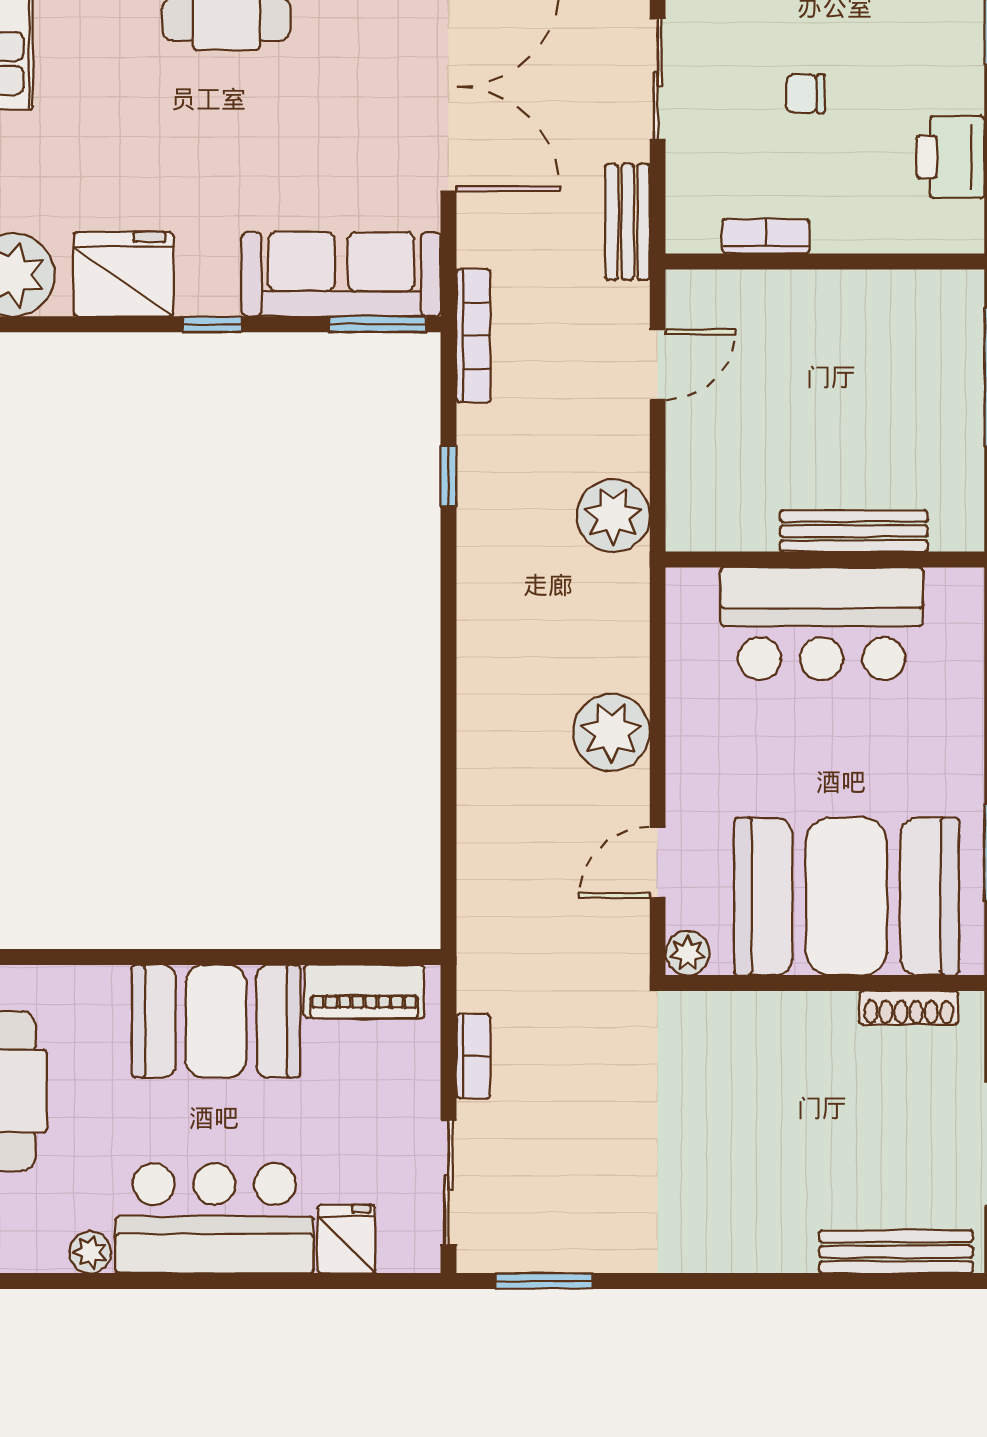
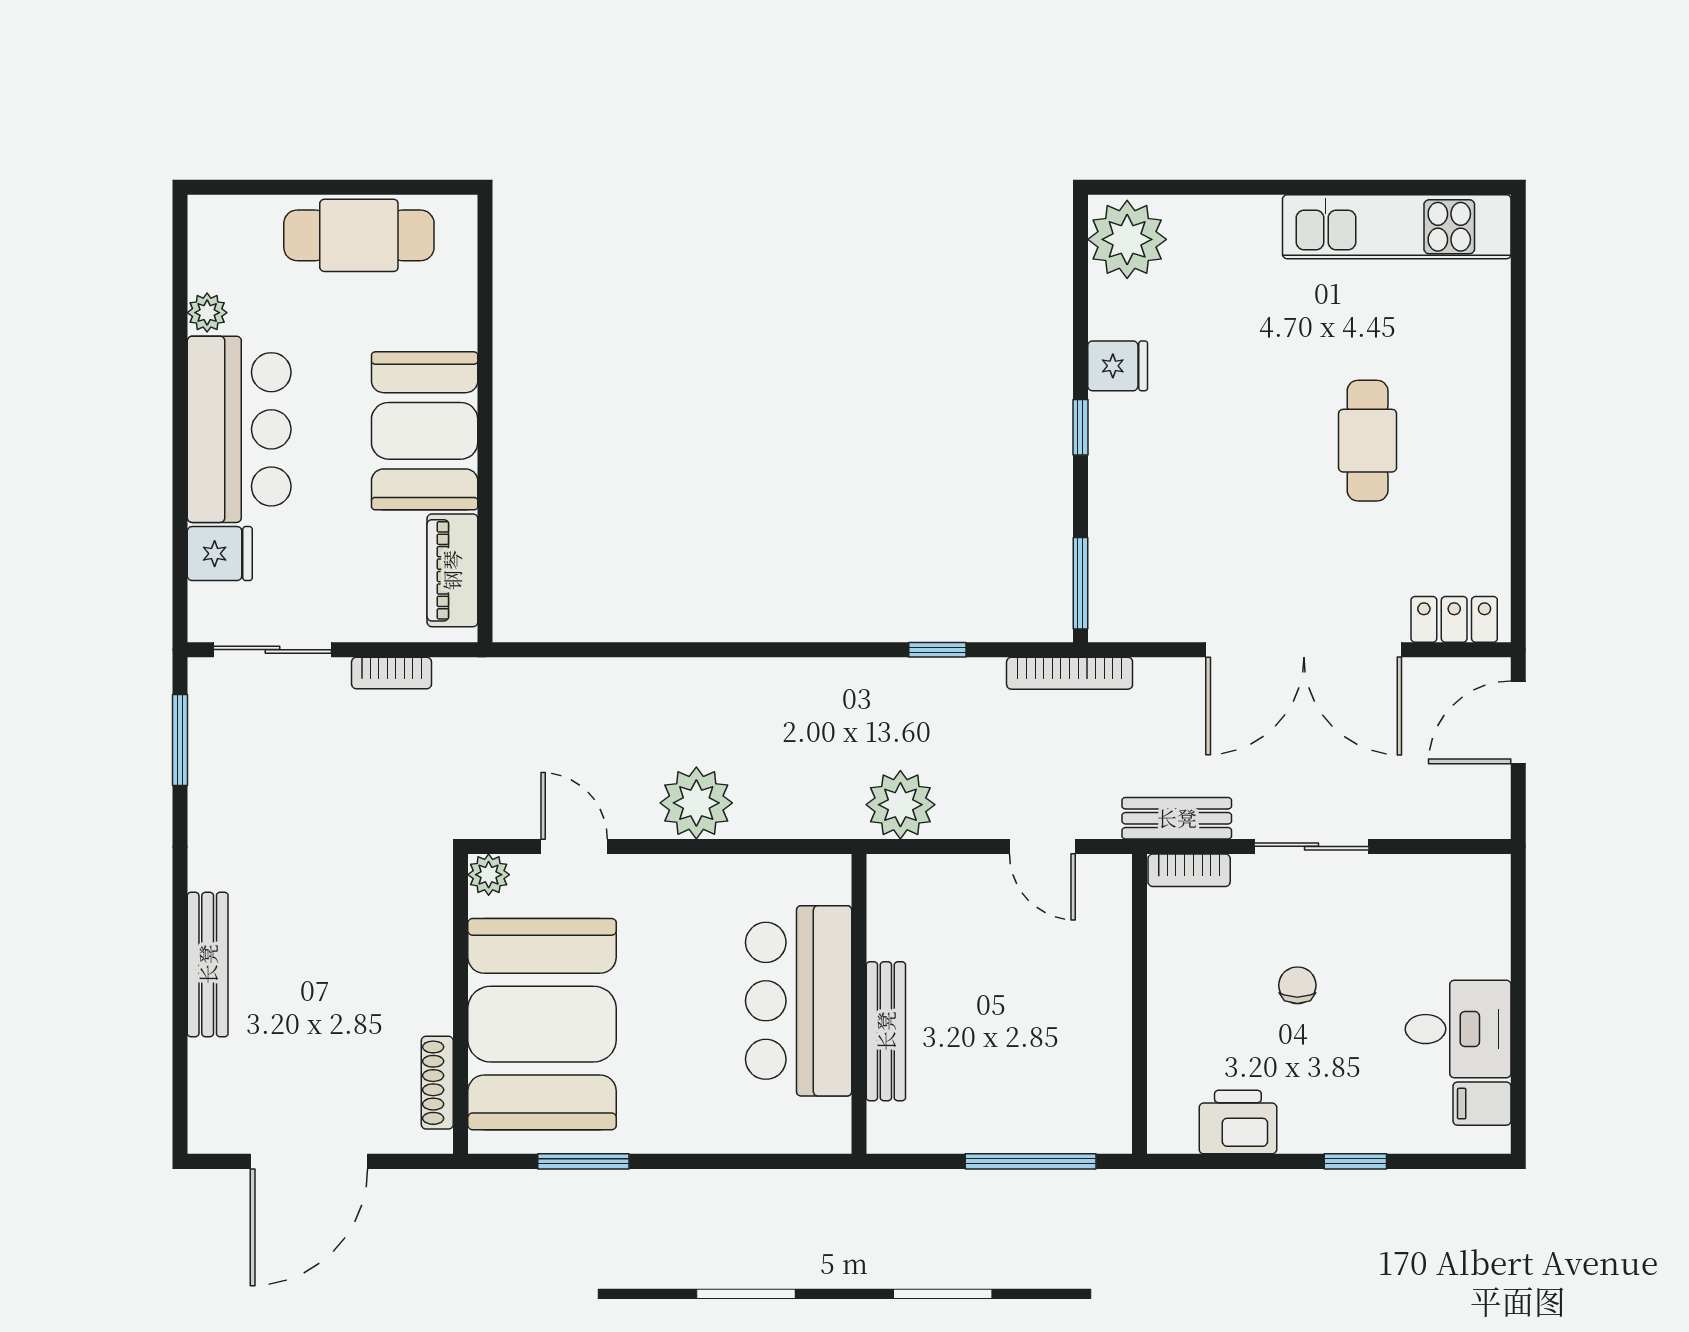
bookcase: (766, 236) -> (1189, 870), moved, turned 90
fridge: (123, 274) -> (1118, 366), width x0.53, depth x0.75
sofa: (341, 274) -> (1128, 549), removed
bench: (896, 1252) -> (208, 964), moved

